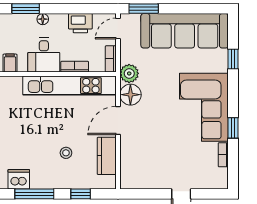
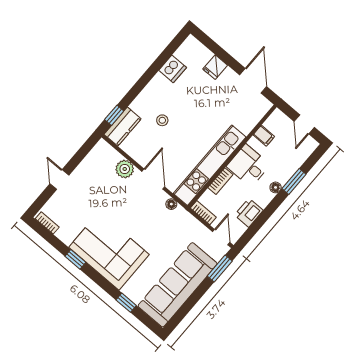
plant: (129, 73) -> (125, 169), moved
floor lamp: (130, 95) -> (171, 204), width x0.53, depth x0.53
bookcase: (223, 155) -> (47, 223), moved
kitchen counter: (107, 156) -> (123, 127), moved, turned 90
window: (34, 194) -> (152, 71), removed
window: (81, 194) -> (114, 115), moved

